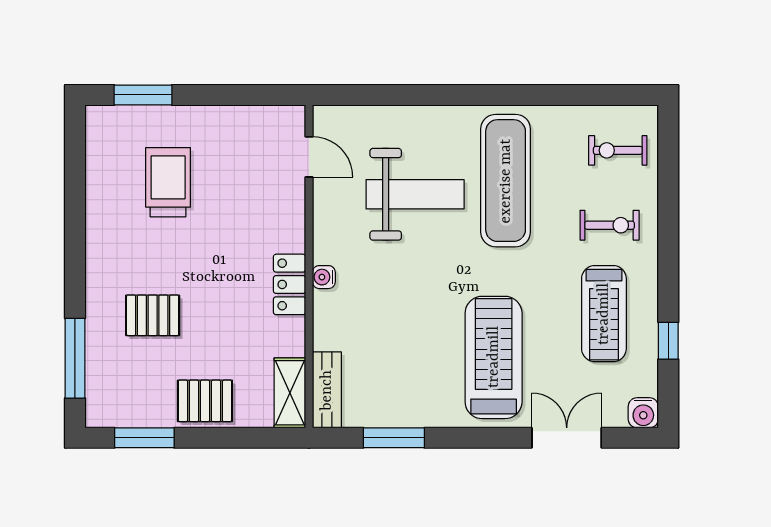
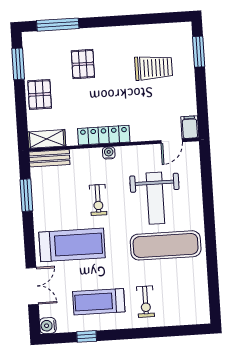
filing cabinet: (285, 121) -> (190, 127), added
exercise bike: (618, 150) -> (98, 200), moved, turned 180
locker: (290, 284) -> (104, 135), width x1.53

